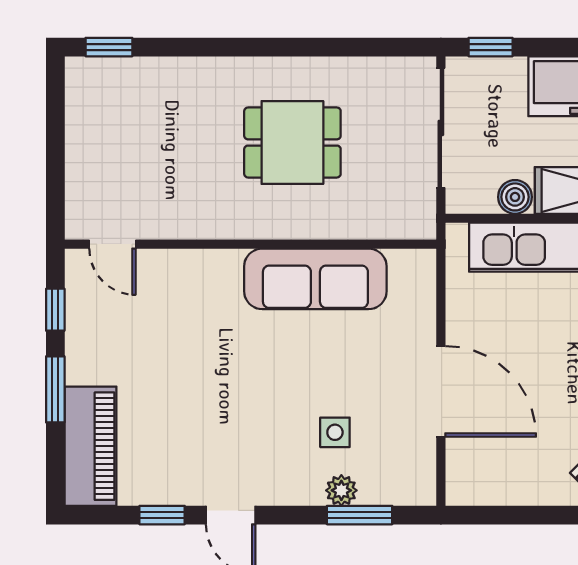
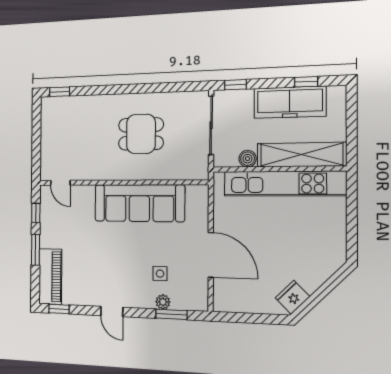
sofa: (315, 279) -> (139, 203), width x1.36, depth x1.27
window: (162, 515) -> (59, 309), moved

